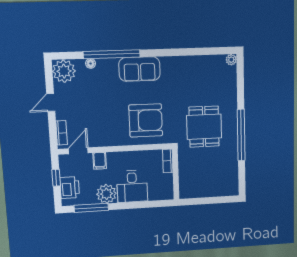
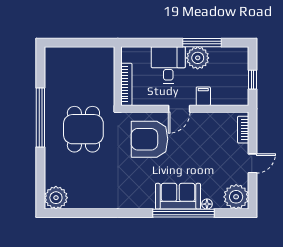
plant: (231, 60) -> (56, 198), width x1.88, depth x1.88
sofa: (139, 69) -> (178, 196), moved
door: (78, 151) -> (179, 109), moved
bookcase: (168, 161) -> (126, 84), width x1.56
printer: (70, 187) -> (238, 68), removed
window: (91, 208) -> (202, 43), moved

